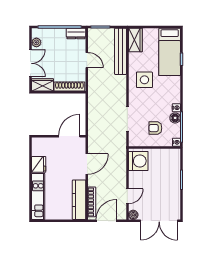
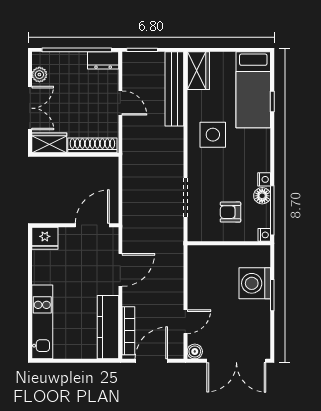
washing machine: (138, 161) -> (255, 283), moved, turned 180
fridge: (39, 164) -> (45, 238), moved, turned 90

